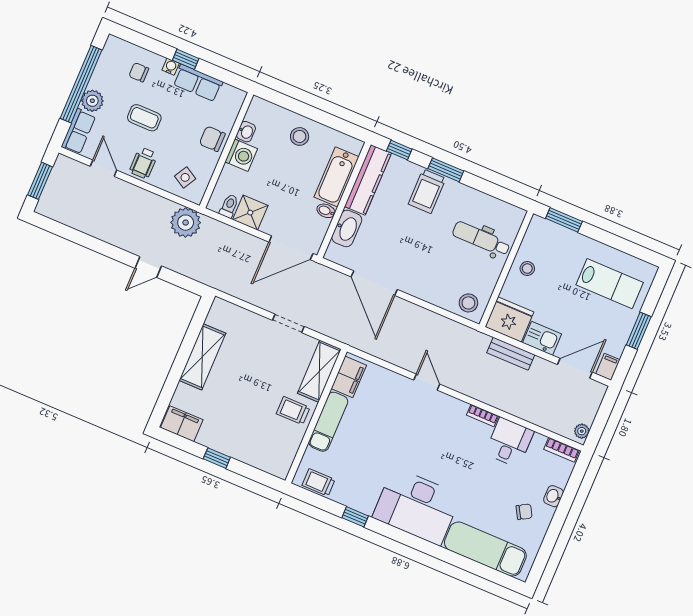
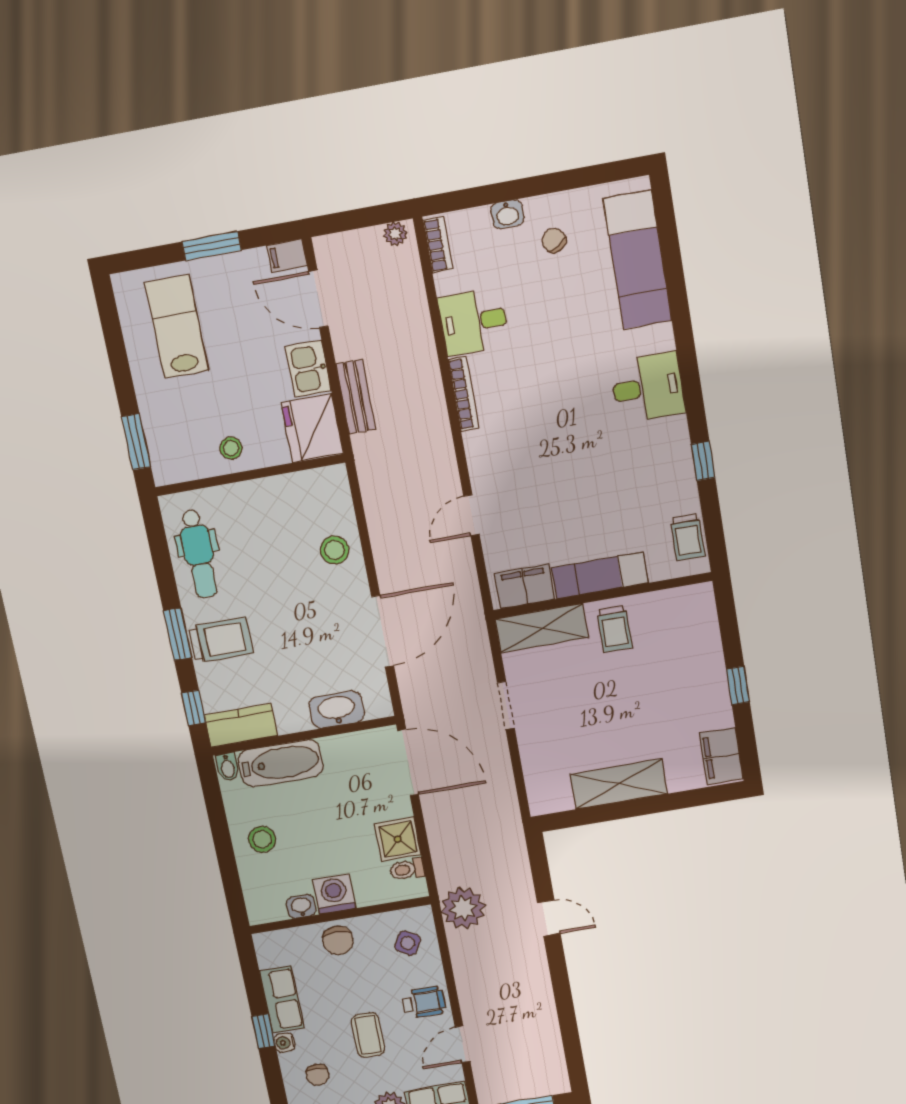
kitchen counter: (368, 180) -> (241, 725), width x0.67
bidet: (326, 211) -> (228, 767), moved
dental chair: (481, 239) -> (199, 554), moved
stool: (468, 303) -> (335, 550), moved
door: (427, 382) -> (471, 515), moved
bookcase: (482, 415) -> (464, 394), width x1.56
desk: (417, 506) -> (648, 387), width x0.53, depth x0.77

